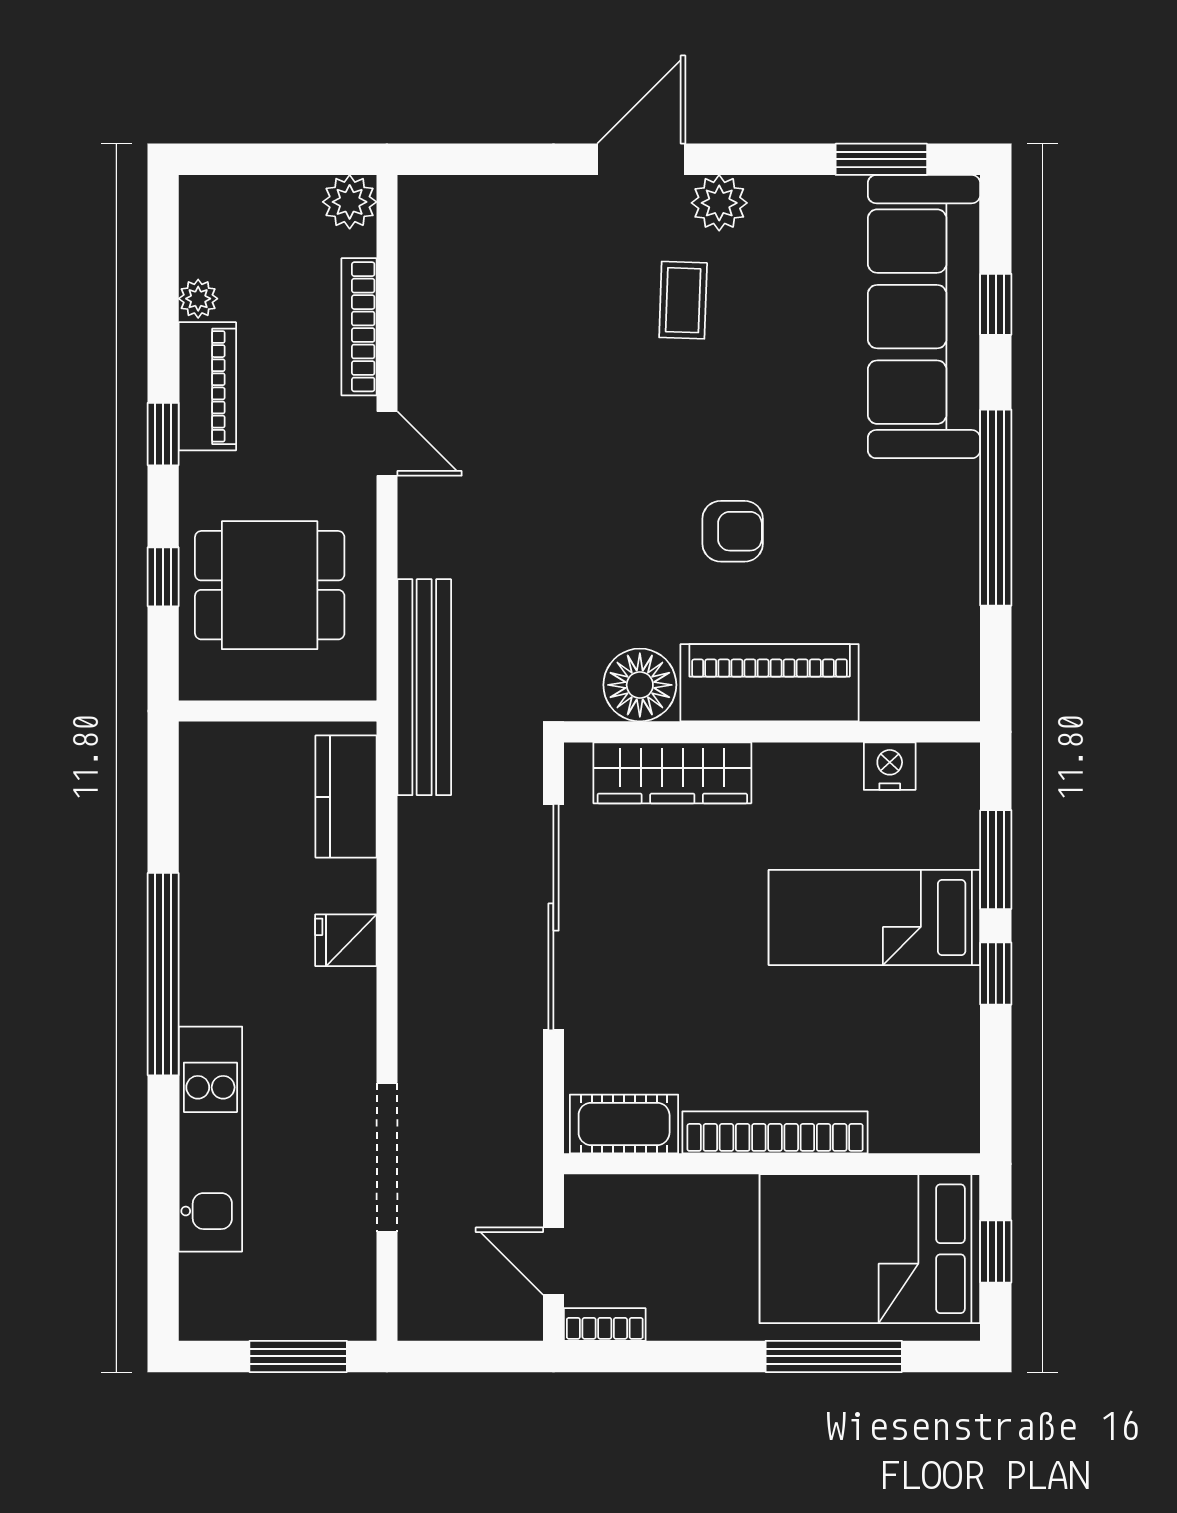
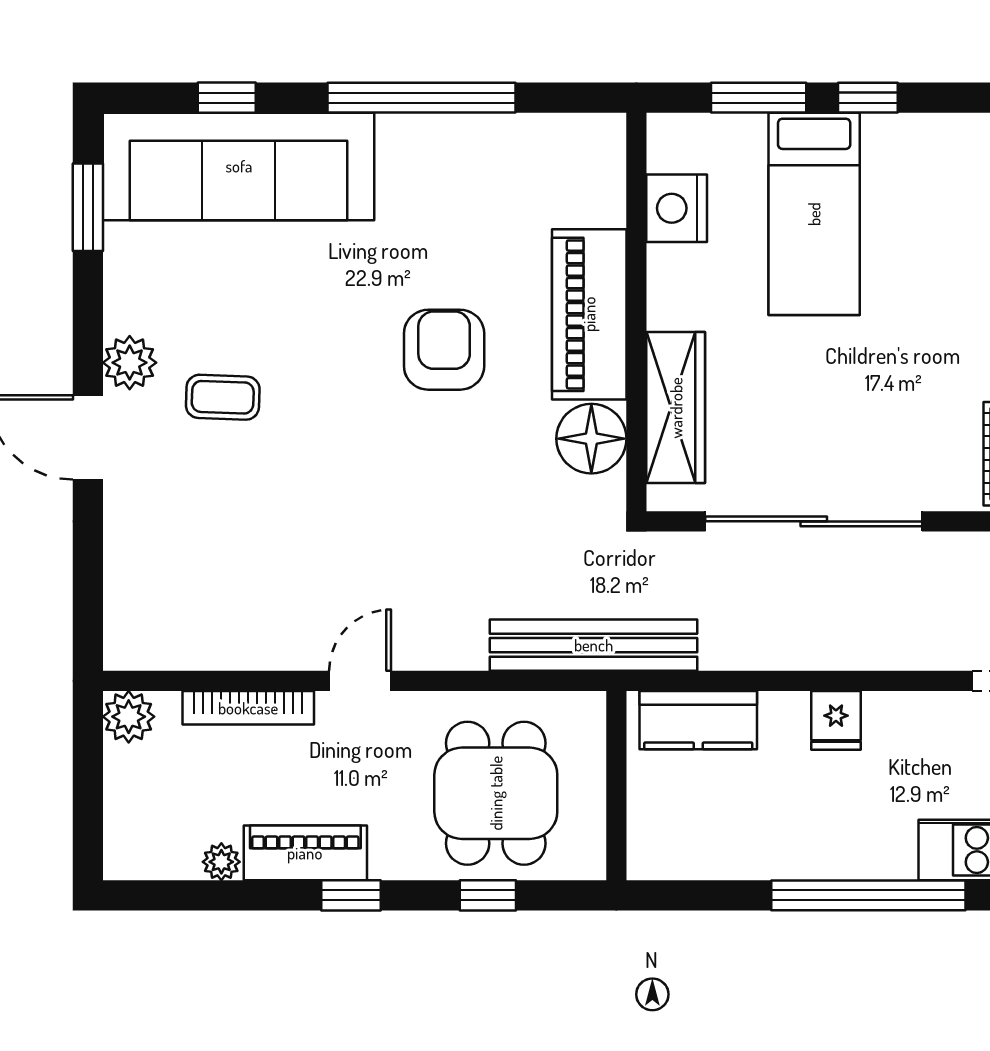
armchair: (733, 531) -> (444, 350), width x1.38, depth x1.38
nightstand: (890, 766) -> (677, 208), width x1.36, depth x1.33

